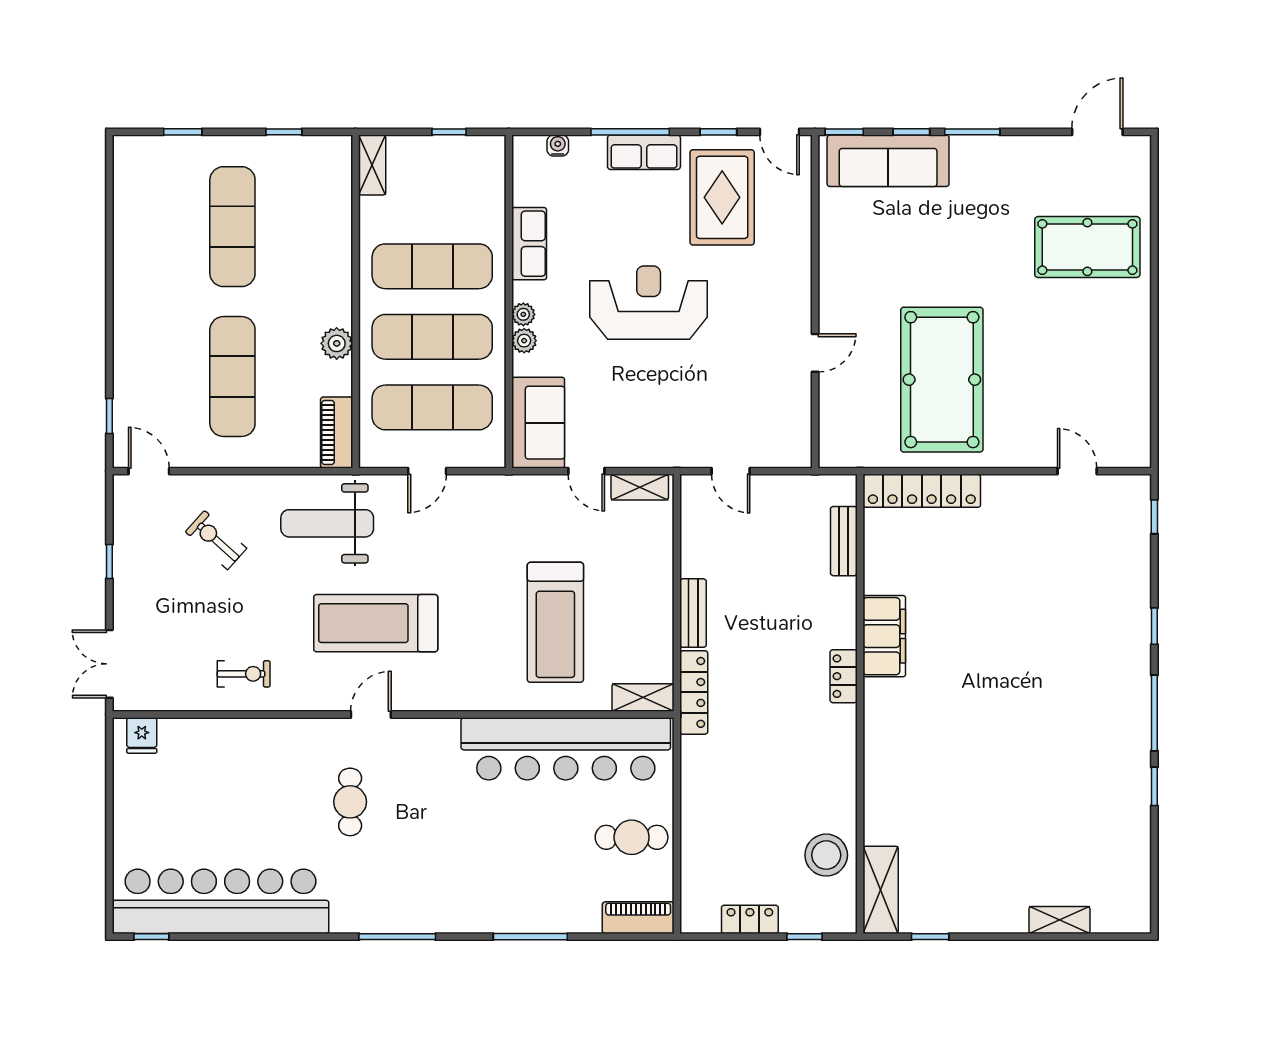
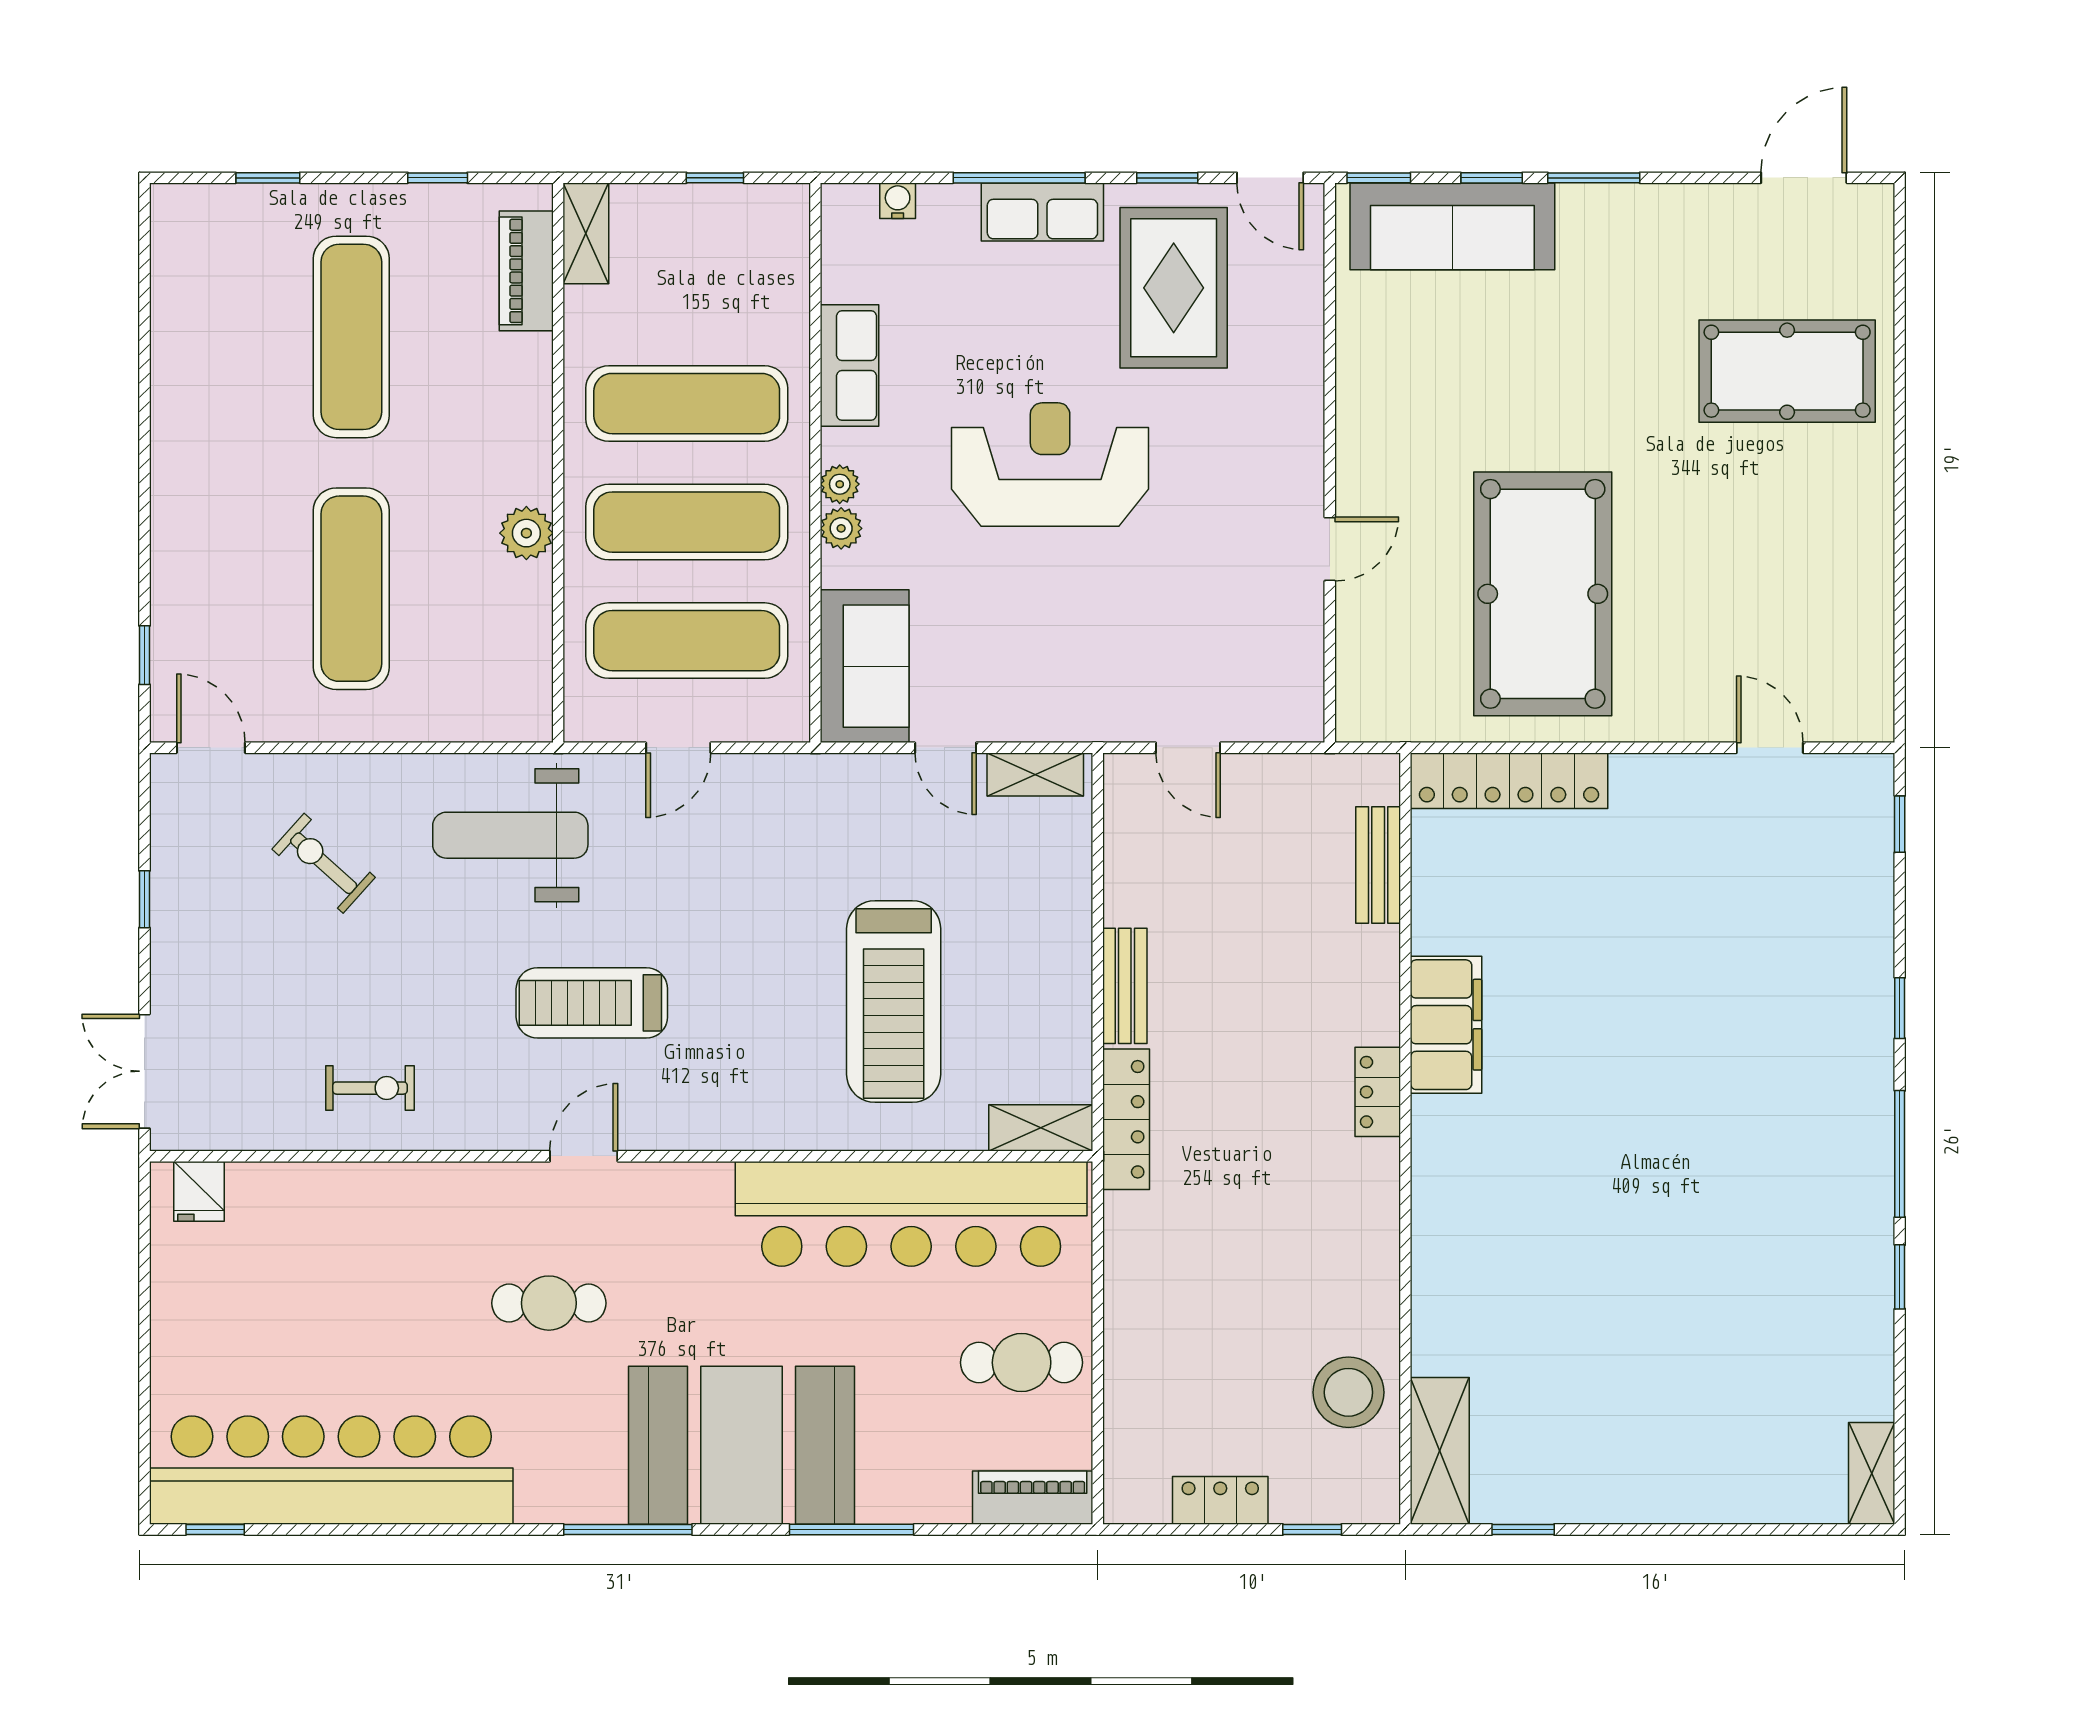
piano: (337, 433) -> (526, 271), moved
treadmill: (376, 623) -> (592, 1003), width x0.73, depth x0.73
cafe table: (350, 802) -> (549, 1303), turned 90
booth: (465, 887) -> (742, 1445), added
shelving: (1059, 920) -> (1872, 1473), moved, turned 90

